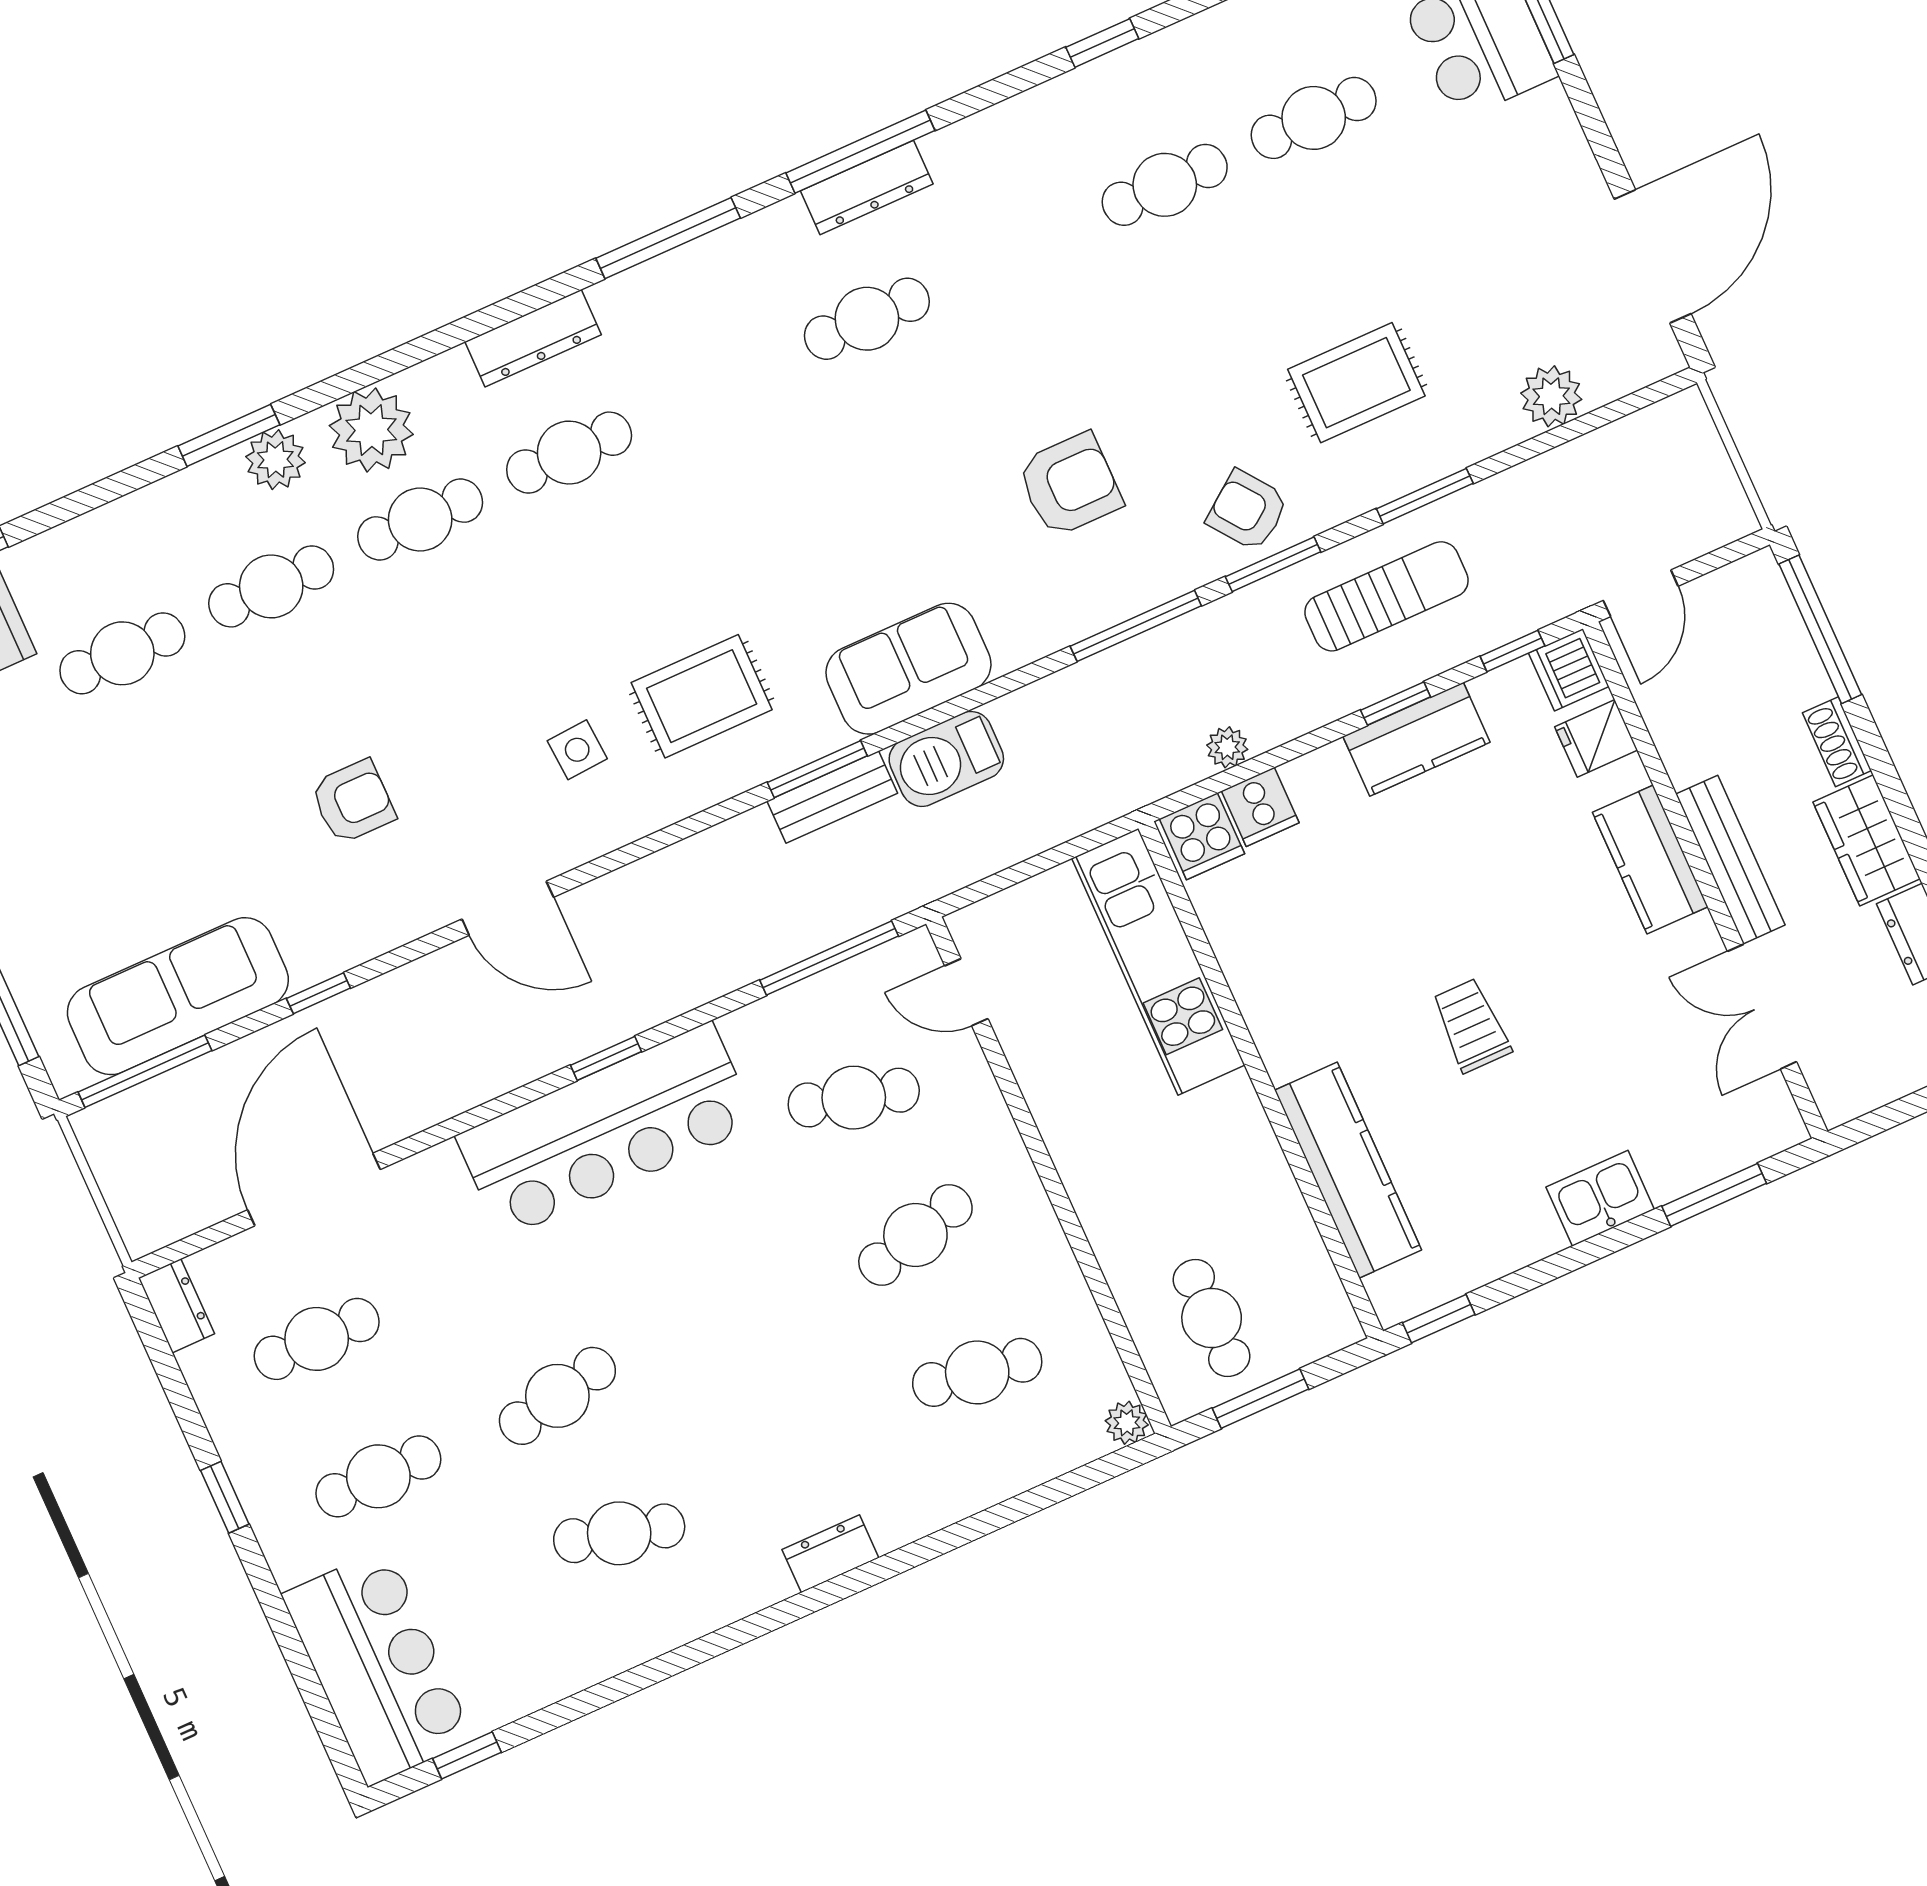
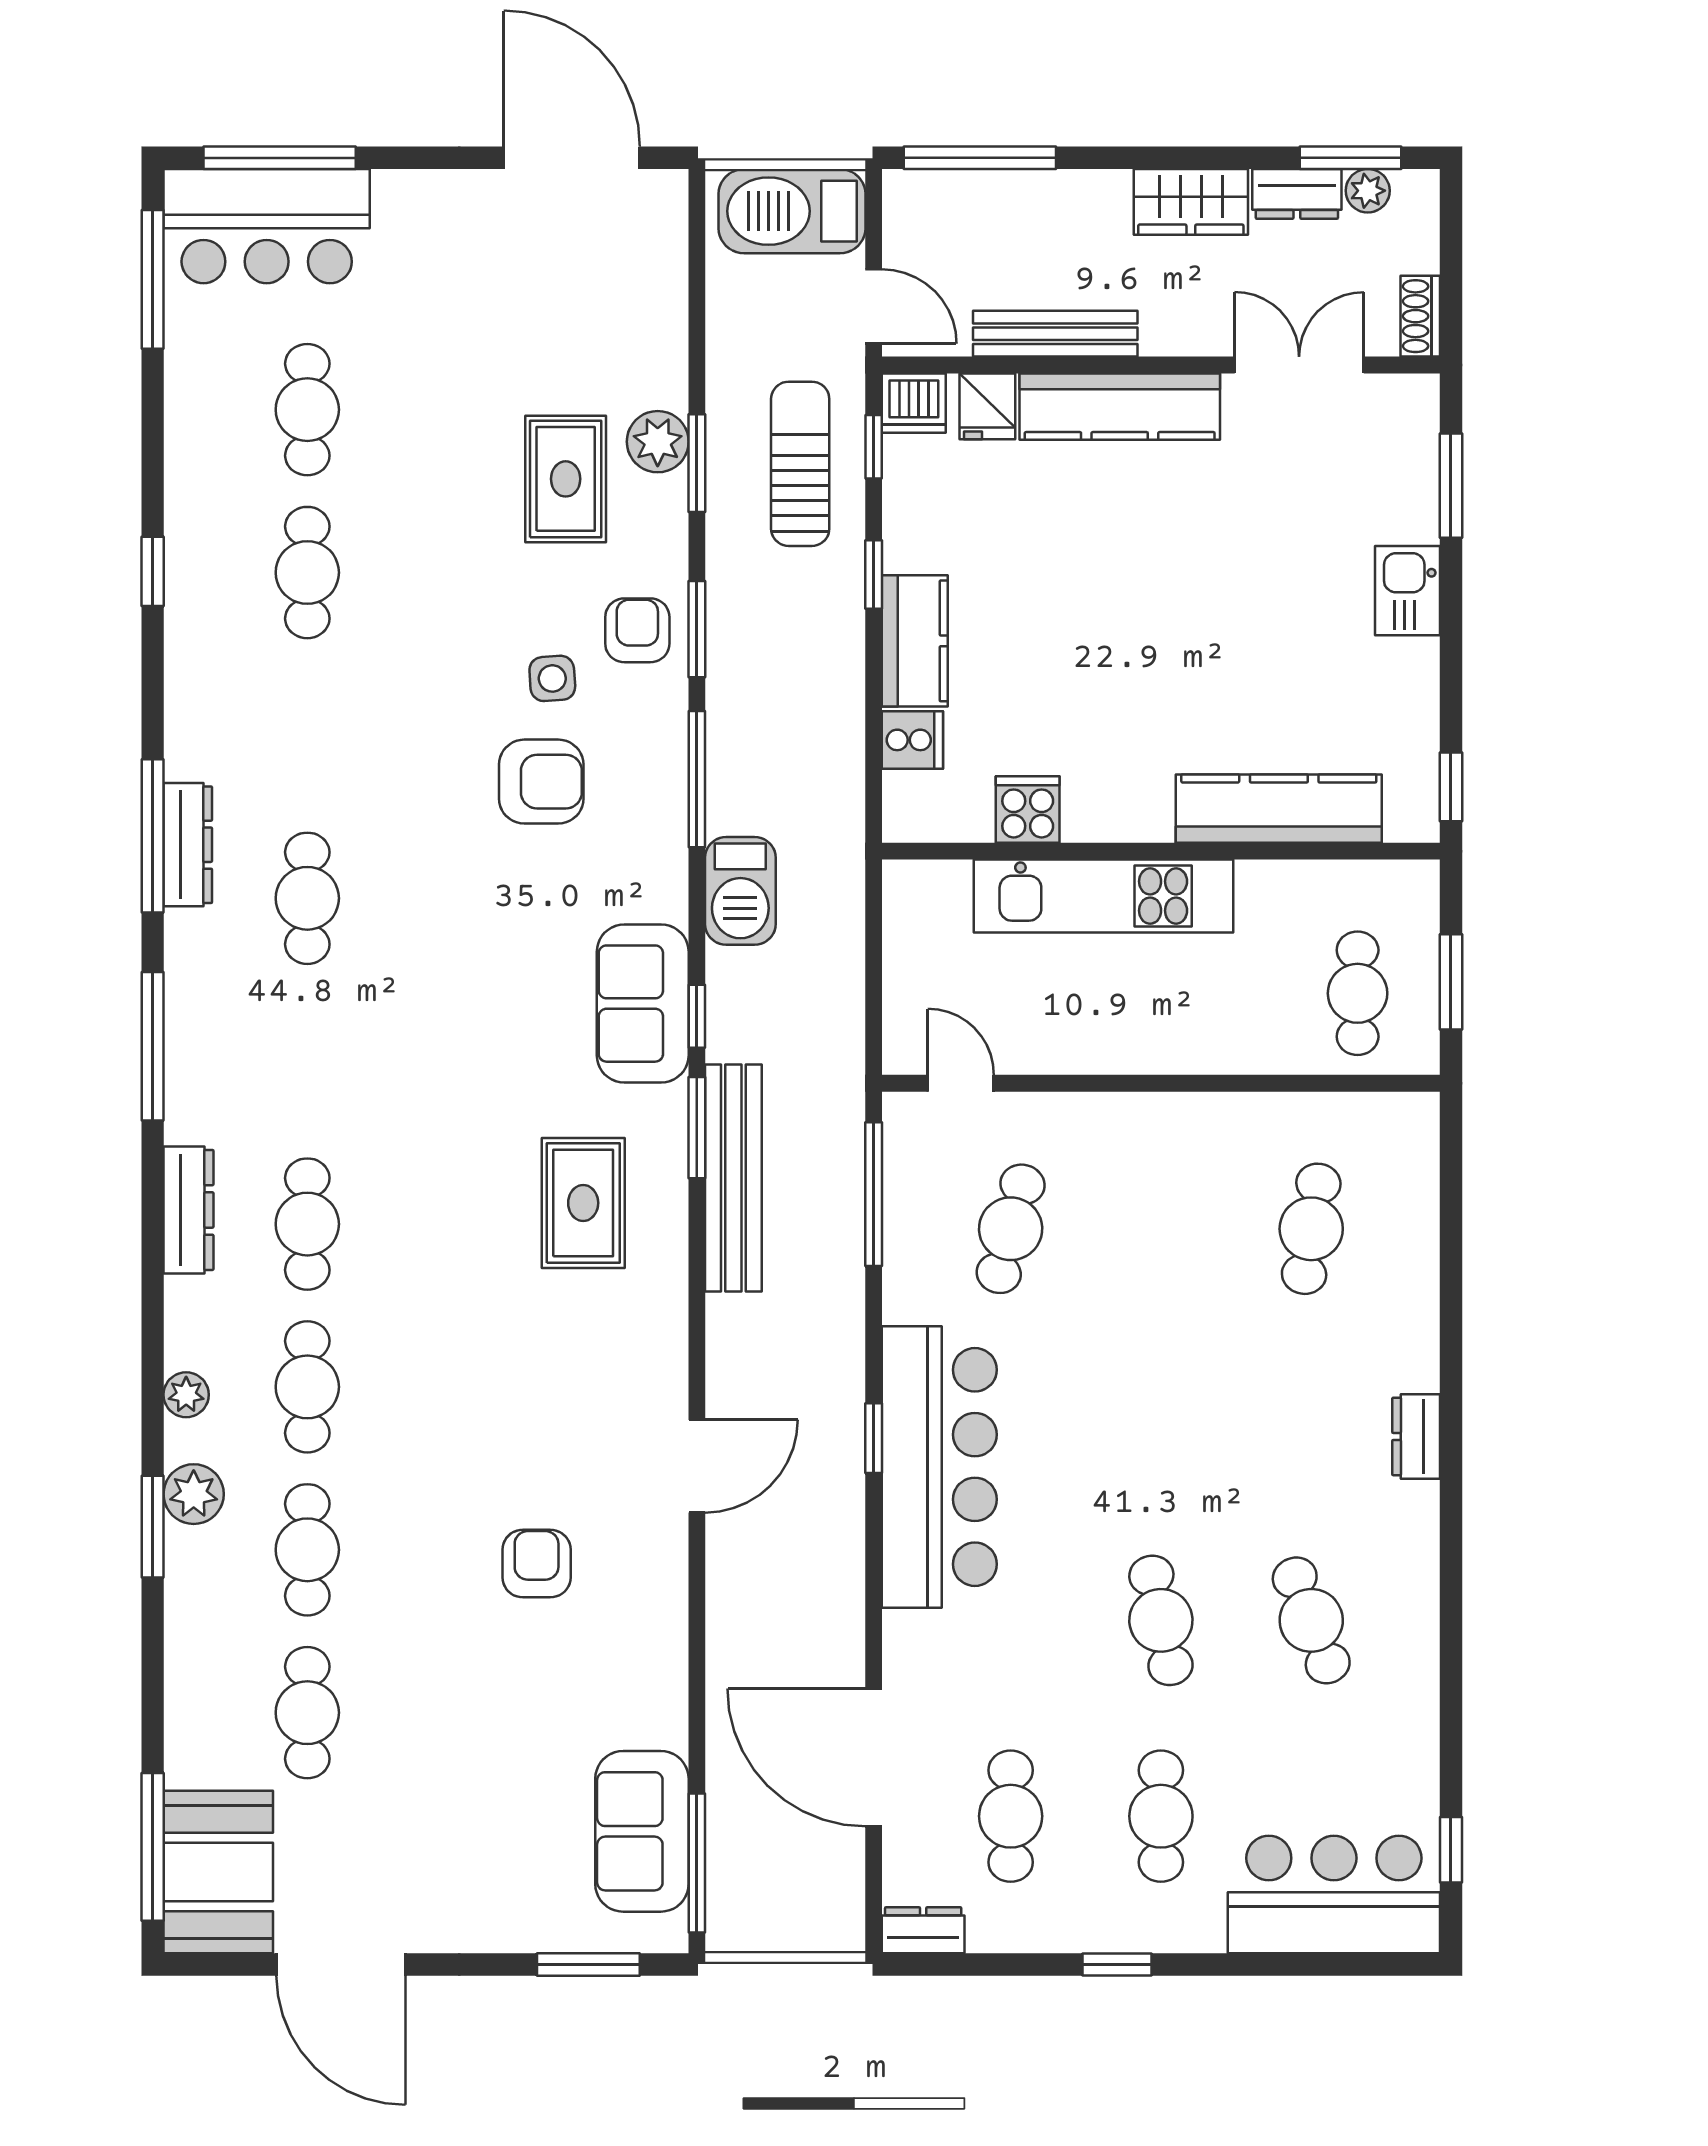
plant: (1551, 396) -> (658, 442), moved
plant: (371, 430) -> (186, 1395), width x0.53, depth x0.53
barbecue: (1694, 480) -> (792, 211), added
armchair: (1070, 485) -> (541, 782), turned 90
armchair: (1247, 510) -> (637, 630), turned 127
sun lounger: (1386, 596) -> (800, 464), moved
kitchen counter: (1416, 739) -> (915, 641), moved
shoe rack: (1837, 742) -> (1420, 316), moved, turned 90
plant: (1227, 747) -> (845, 746), removed
side table: (577, 750) -> (552, 678), moved
barbecue: (946, 759) -> (740, 891), moved
bench: (832, 797) -> (733, 1178), width x1.86, depth x1.21
cooker: (1202, 836) -> (1028, 809), moved, turned -90
kitchen counter: (1650, 859) -> (1120, 407), width x1.50
bench: (1730, 860) -> (1055, 334), moved
kitchen unit: (1158, 962) -> (1103, 896), moved
door: (966, 992) -> (961, 1083), swing flipped
window: (318, 993) -> (697, 1016), moved
sofa: (178, 996) -> (642, 1831), width x0.73
double door: (1762, 1007) -> (1299, 365), swing flipped
trolley: (1471, 1025) -> (1198, 637), removed
cafe table: (915, 1235) -> (1161, 1229), removed
cafe table: (1212, 1318) -> (1358, 993), turned 90
plant: (1127, 1423) -> (1418, 1113), removed
cafe table: (619, 1533) -> (1311, 1620), turned -36

